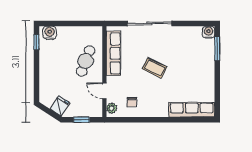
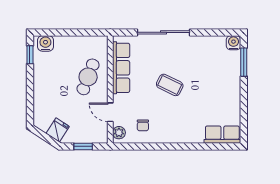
row of seats: (192, 110) -> (222, 135), width x0.68

